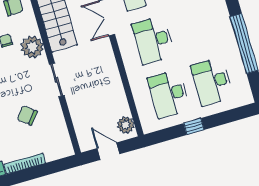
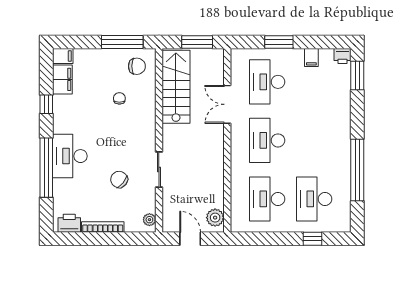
plant: (32, 47) -> (149, 220), moved, width x0.53, depth x0.53
sliding door: (57, 80) -> (159, 169), moved
window: (194, 127) -> (313, 239), moved

